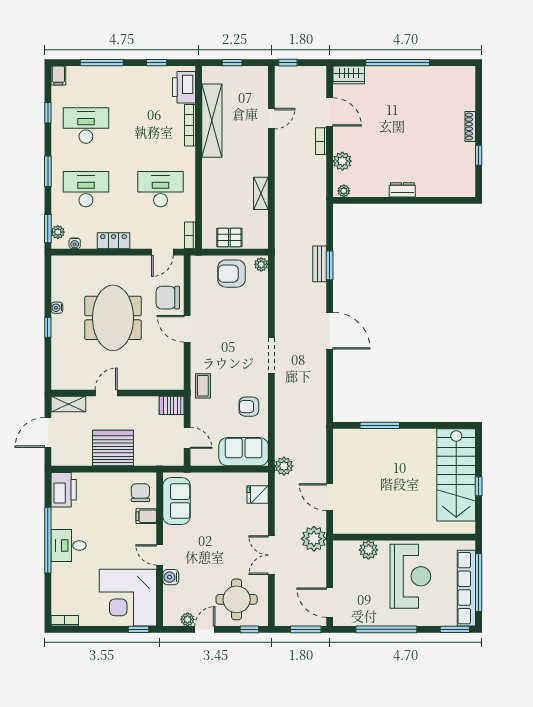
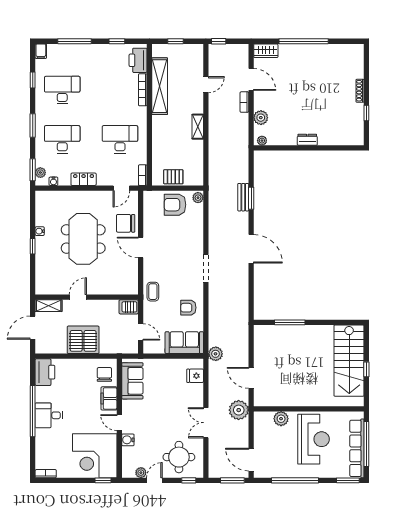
shelving: (261, 193) -> (198, 127), moved
filing cabinet: (146, 516) -> (109, 398), width x2.00

